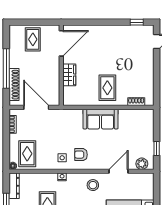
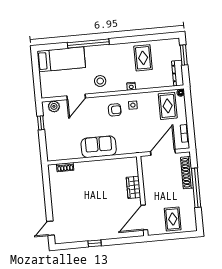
window: (137, 22) -> (95, 243), moved
rug: (107, 88) -> (95, 178), removed
door: (36, 107) -> (163, 152), swing flipped

